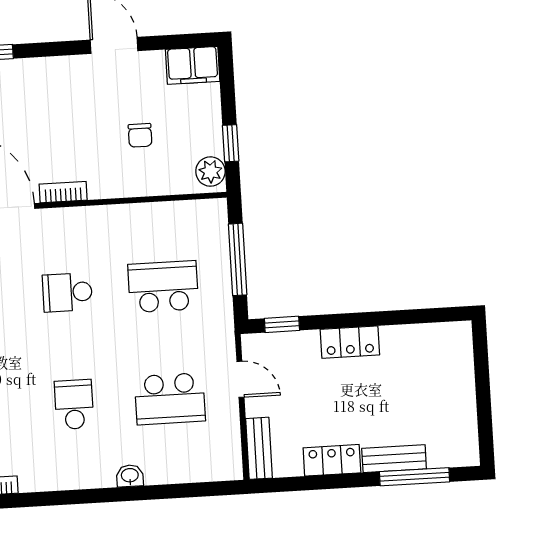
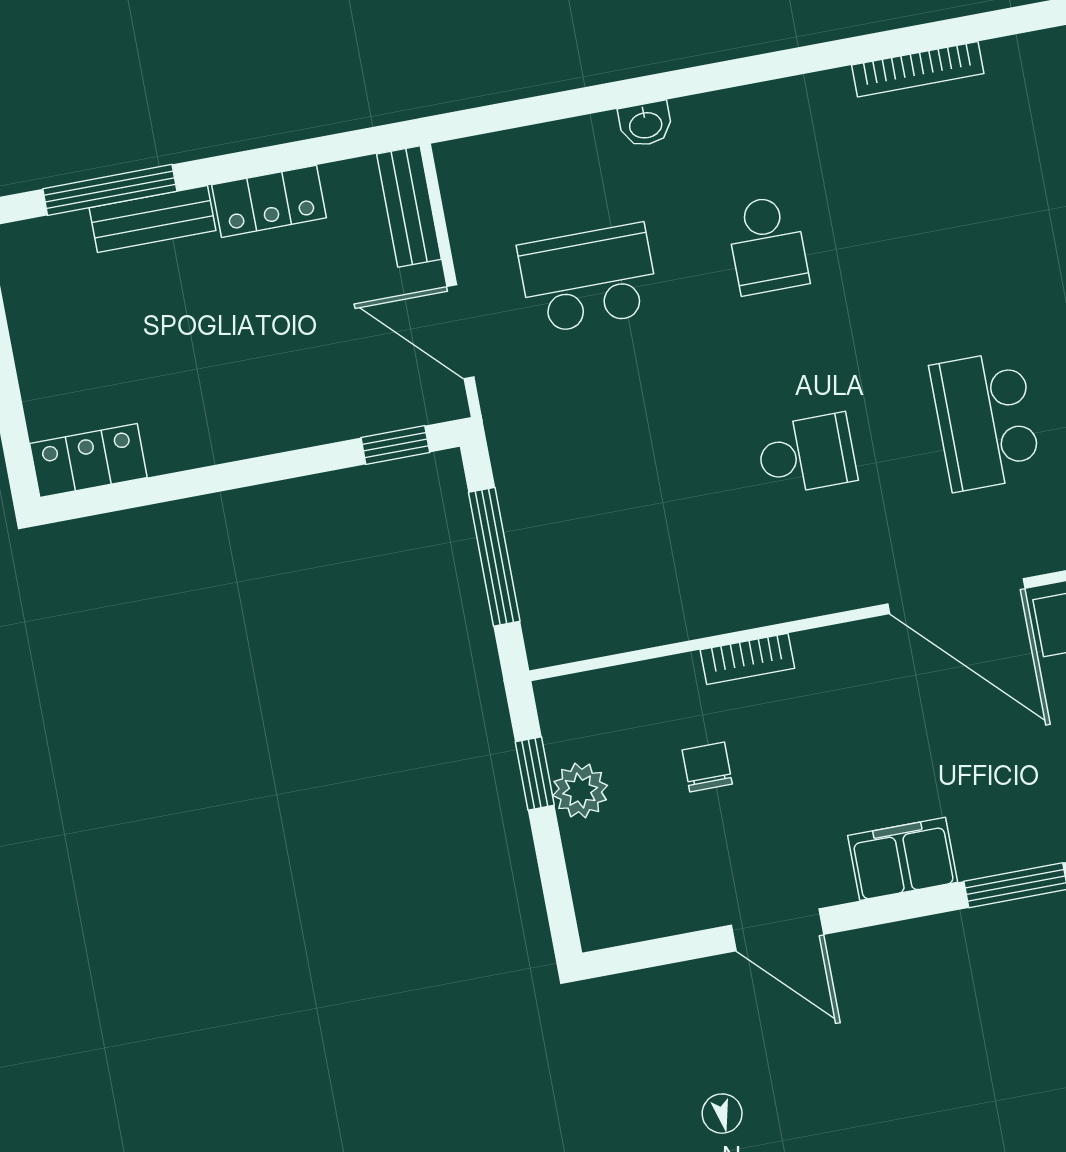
filing cabinet: (193, 65) -> (903, 859), moved
plant: (210, 172) -> (580, 791), moved
bookcase: (63, 192) -> (747, 659), moved
school desk: (163, 287) -> (628, 488), removed
locker: (350, 342) -> (88, 461), moved
door: (240, 379) -> (460, 332), width x1.38

